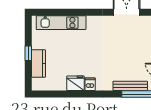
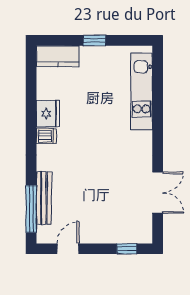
kitchen counter: (38, 63) -> (58, 56), moved

